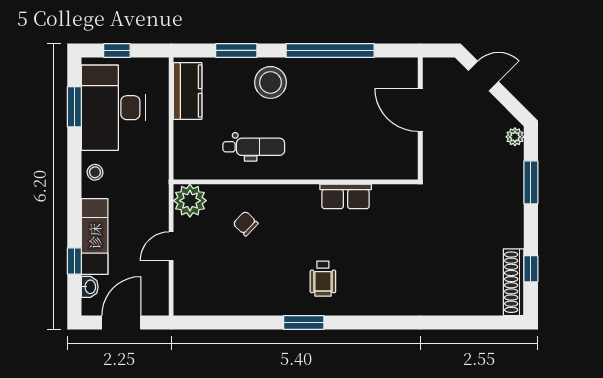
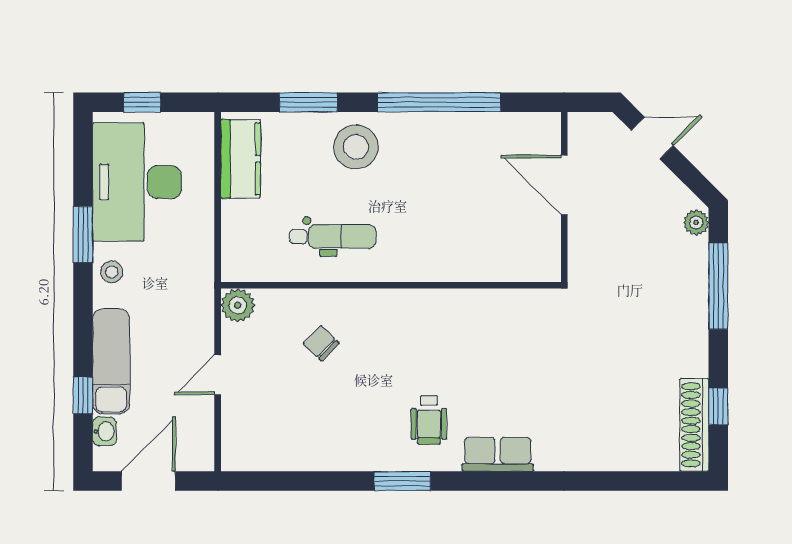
window: (74, 107) -> (83, 235), moved
window: (531, 182) -> (718, 286), width x1.44
row of seats: (346, 196) -> (498, 454), moved, turned 180
plant: (190, 201) -> (238, 305), width x0.73, depth x0.73

